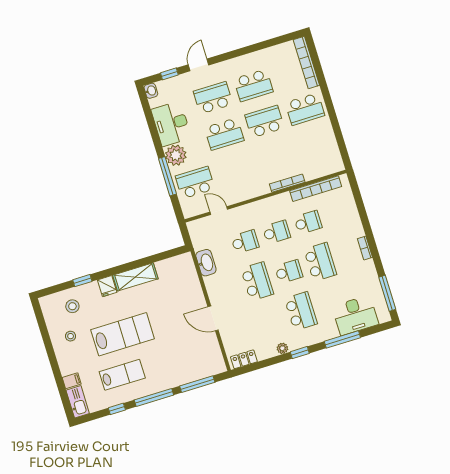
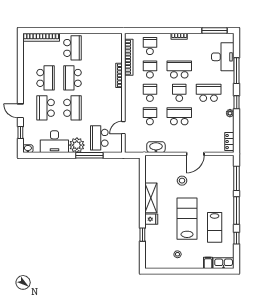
school desk: (340, 213) -> (150, 46), added
stool: (72, 306) -> (182, 181), moved
lab bench: (122, 375) -> (215, 227), turned 180

